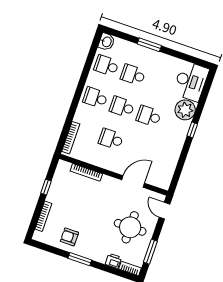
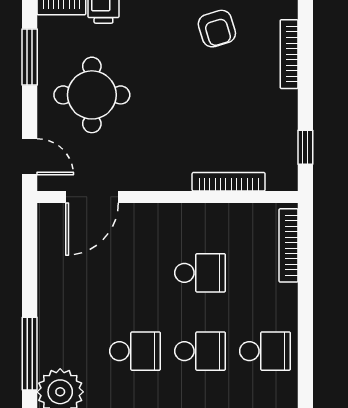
window: (192, 130) -> (30, 354), width x2.17
door: (133, 181) -> (92, 197), moved
window: (46, 187) -> (305, 147), moved
armchair: (69, 237) -> (217, 29), turned 73

